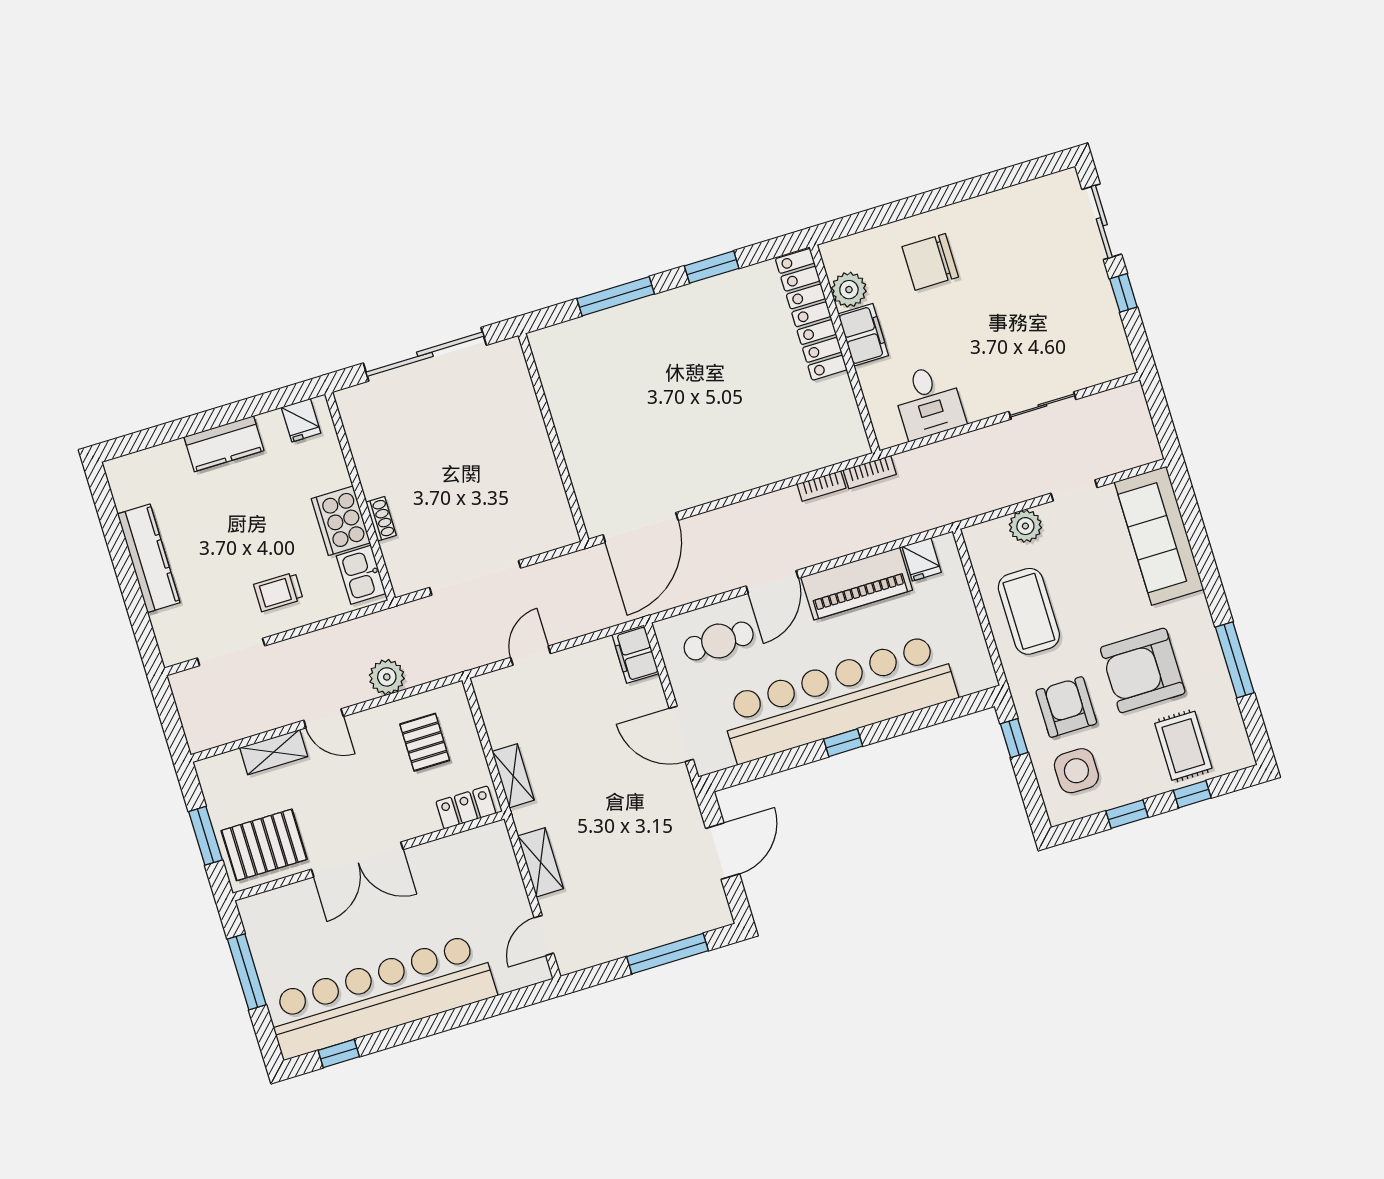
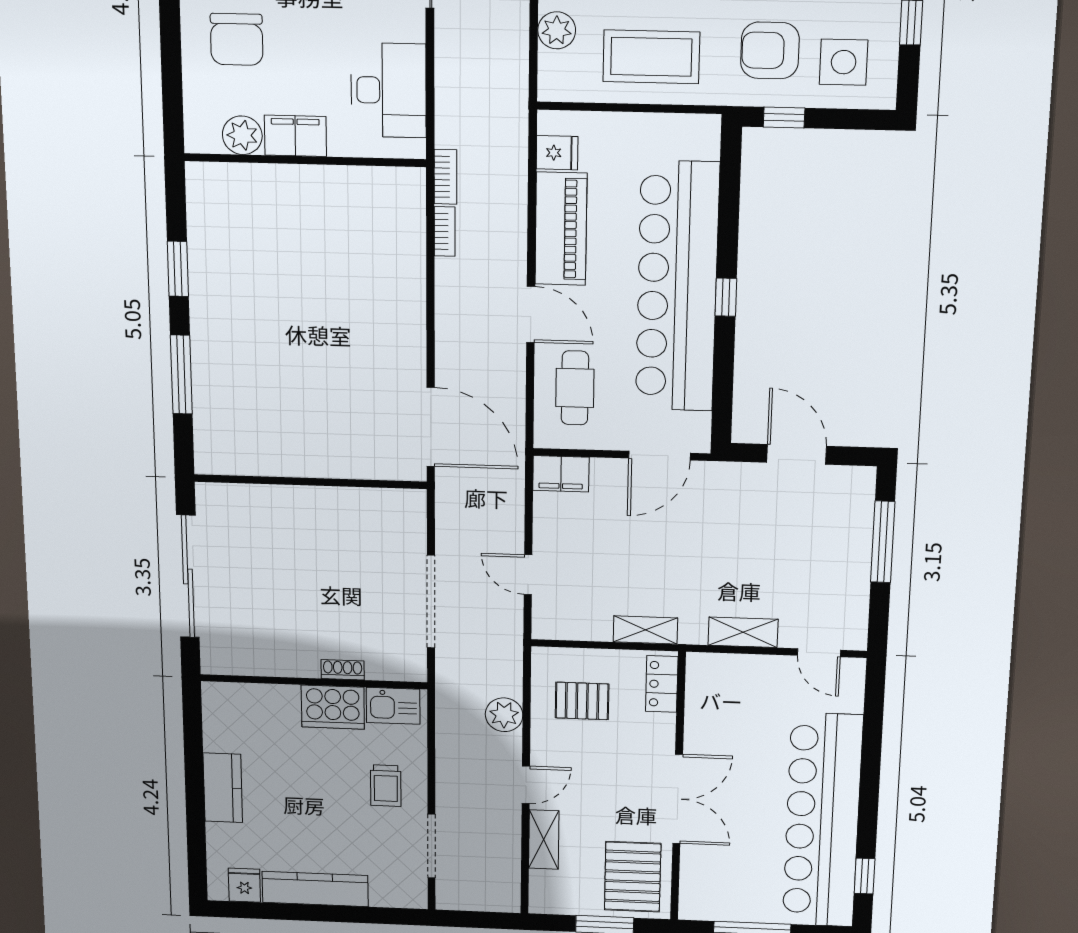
locker: (811, 314) -> (258, 183), removed
desk: (929, 402) -> (388, 90), width x1.37
fridge: (301, 420) -> (244, 885), moved, turned -90

